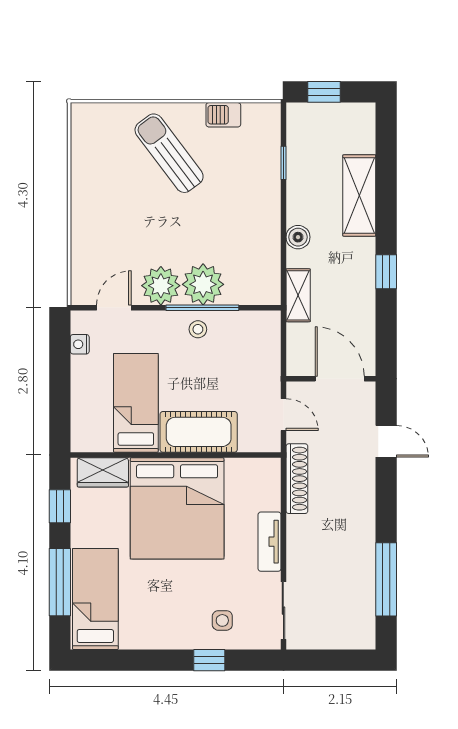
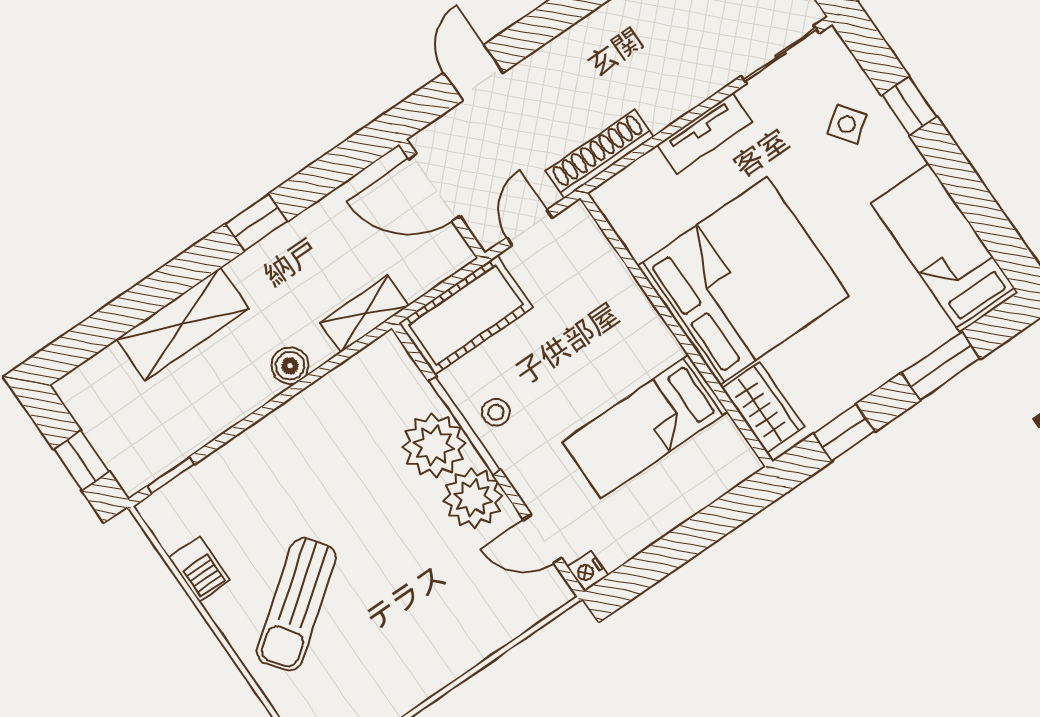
window: (283, 163) -> (171, 475), moved
nightstand: (80, 344) -> (587, 571), moved, turned 90
door: (340, 379) -> (434, 187), hinge flipped
cot: (199, 432) -> (466, 315), moved, turned 90
window: (60, 582) -> (941, 366), width x0.69
bed: (95, 599) -> (944, 248), moved, turned 90
side table: (222, 620) -> (847, 124), turned -37

